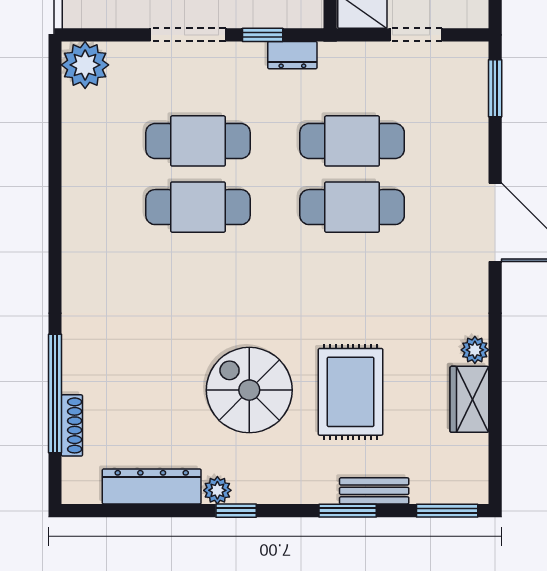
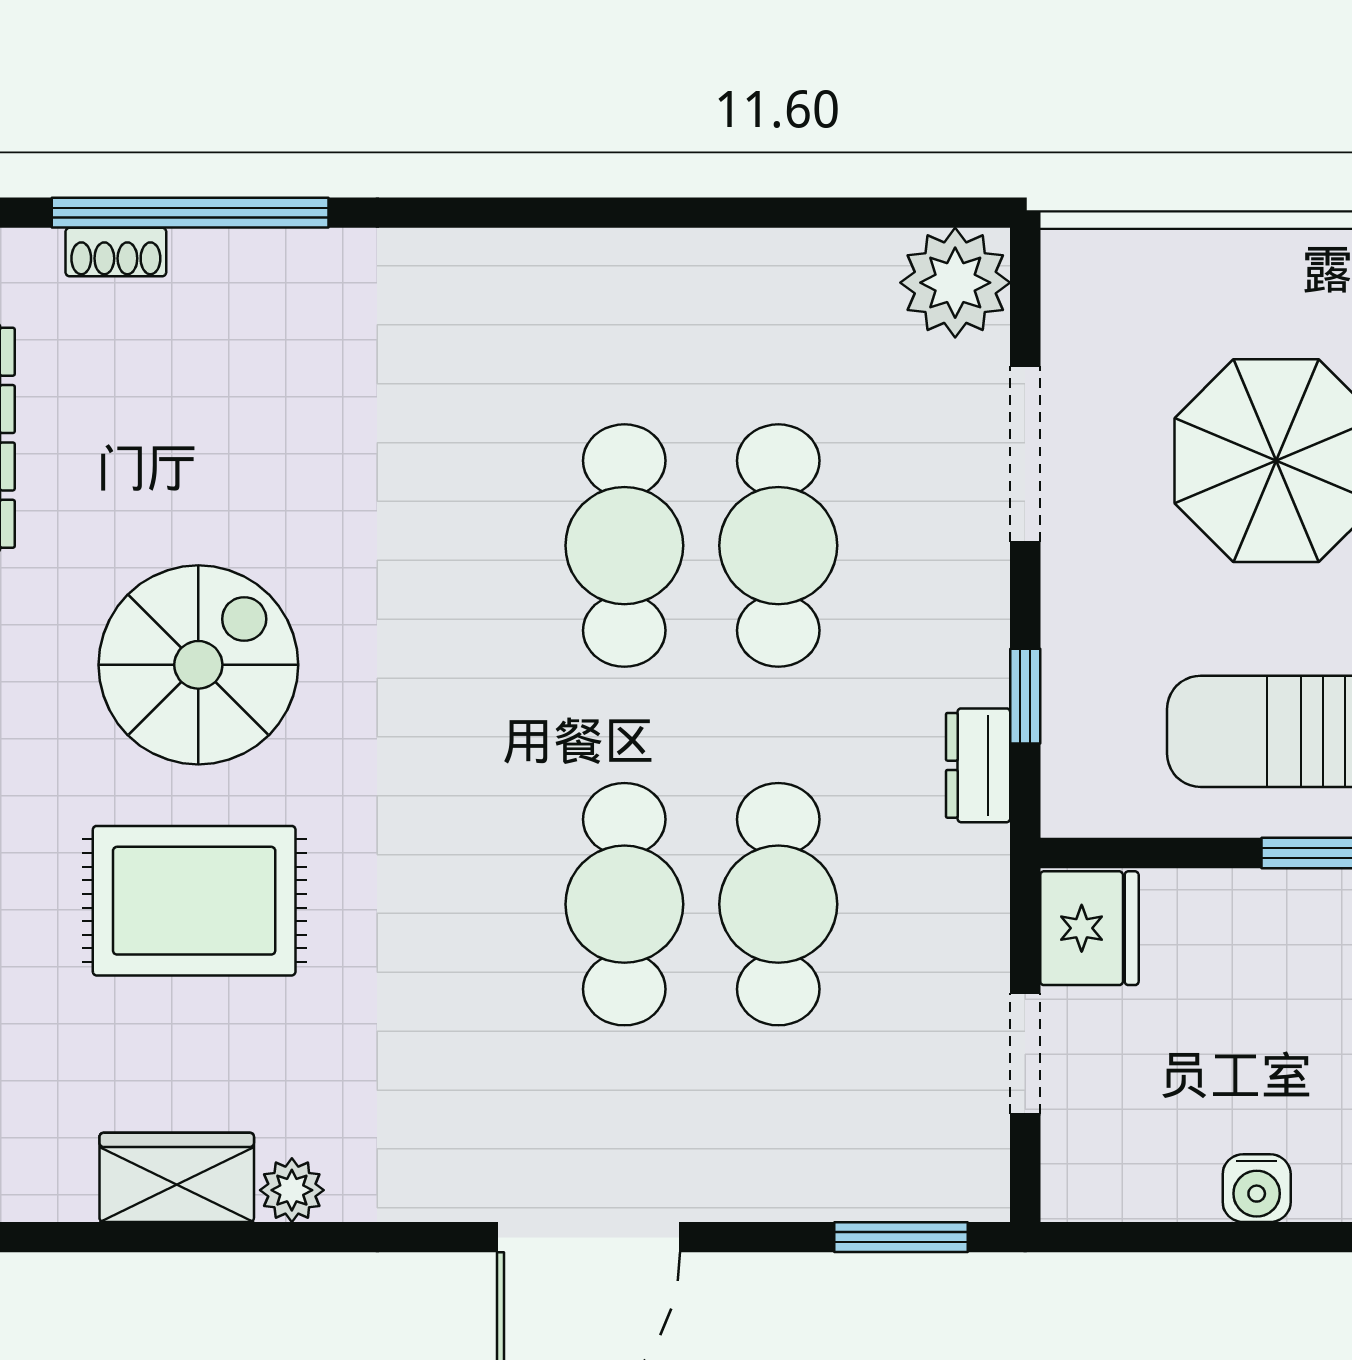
doorway: (188, 35) -> (1025, 454), moved
shoe rack: (72, 425) -> (116, 252), width x0.70

